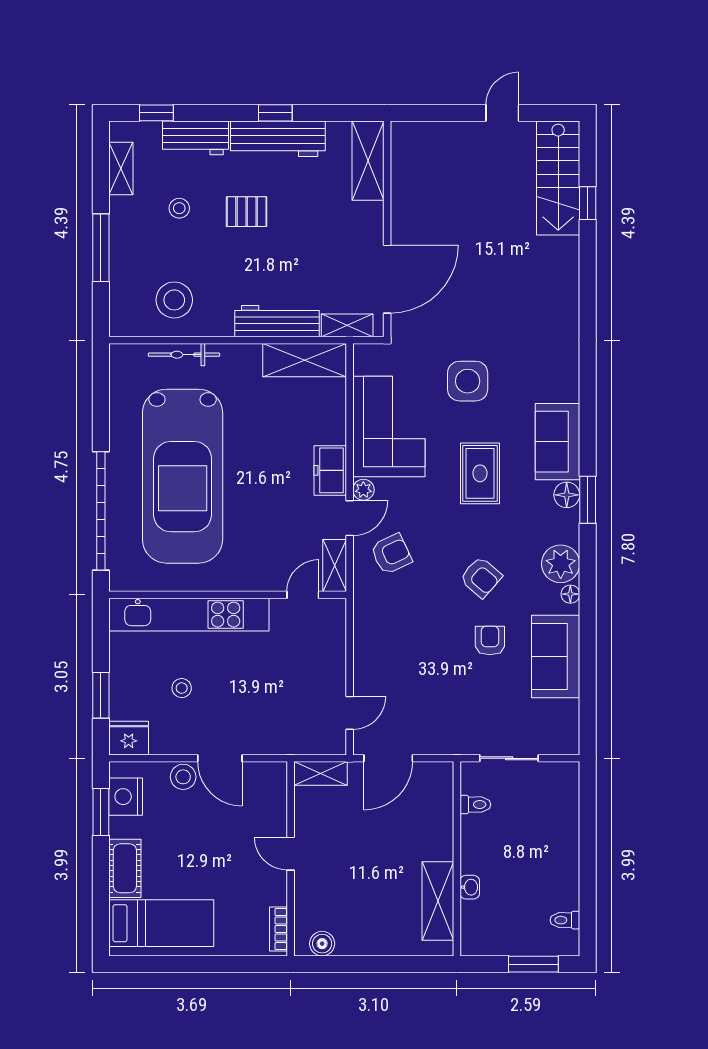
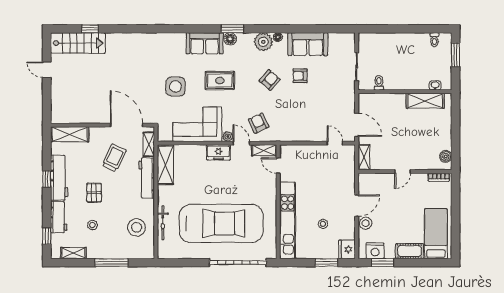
trolley: (319, 253) -> (114, 158), added
washbasin: (470, 887) -> (435, 85), moved

